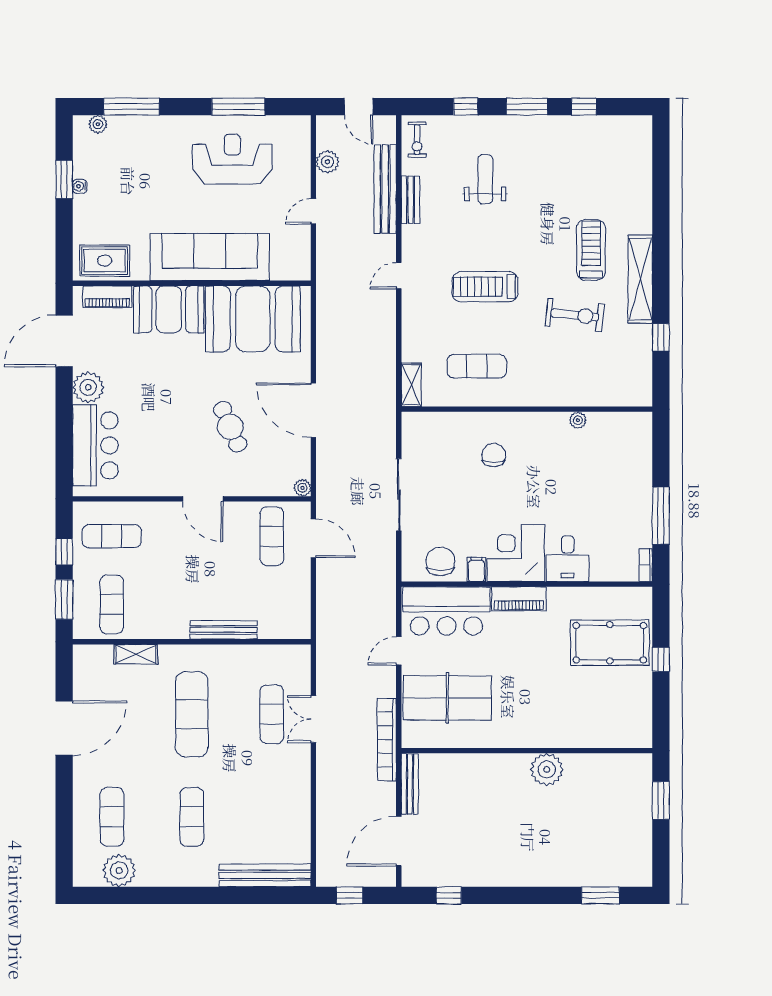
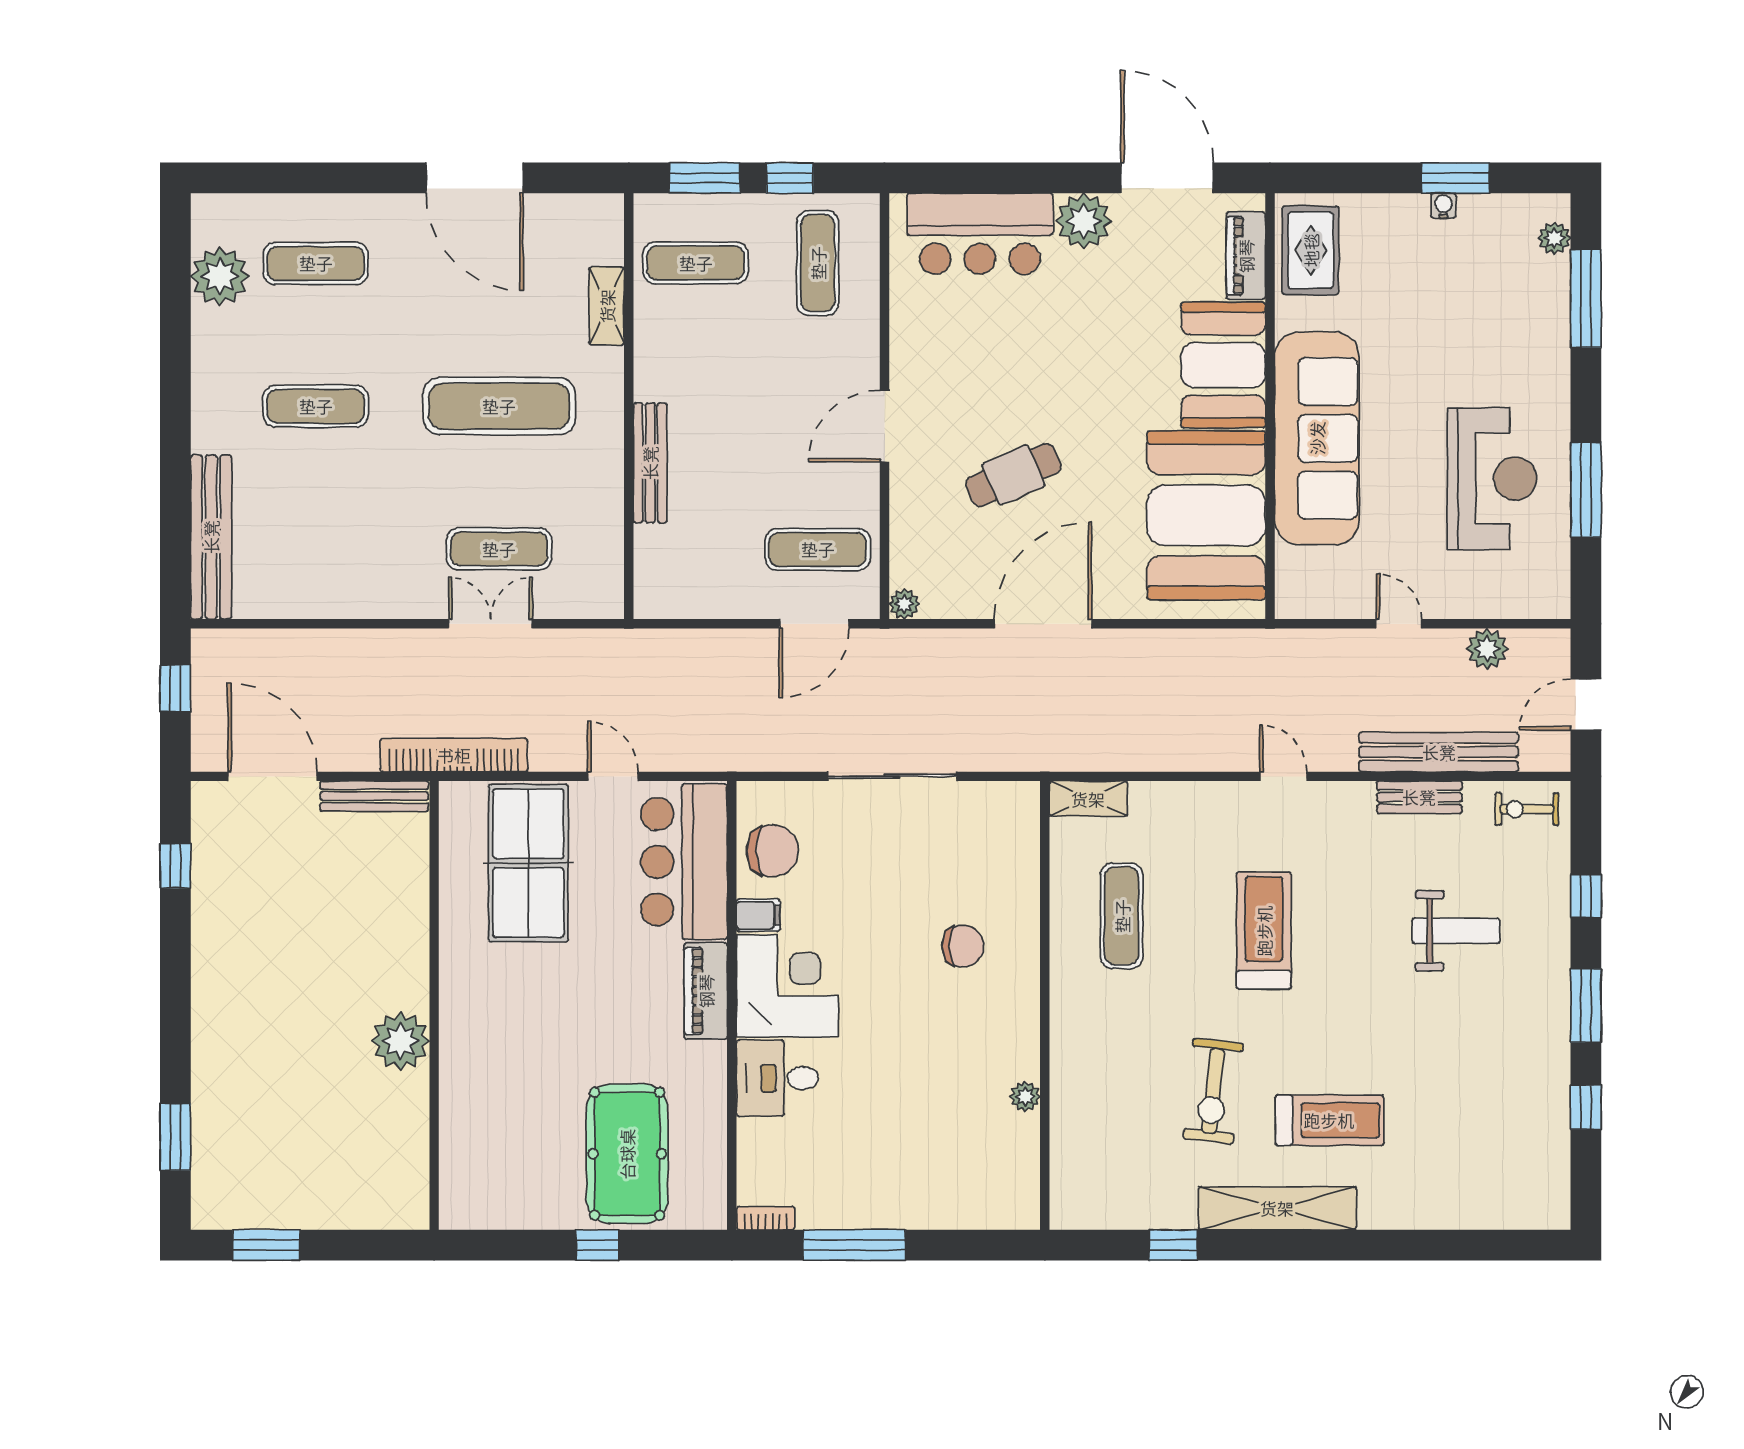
window: (661, 800) -> (266, 1245), moved

